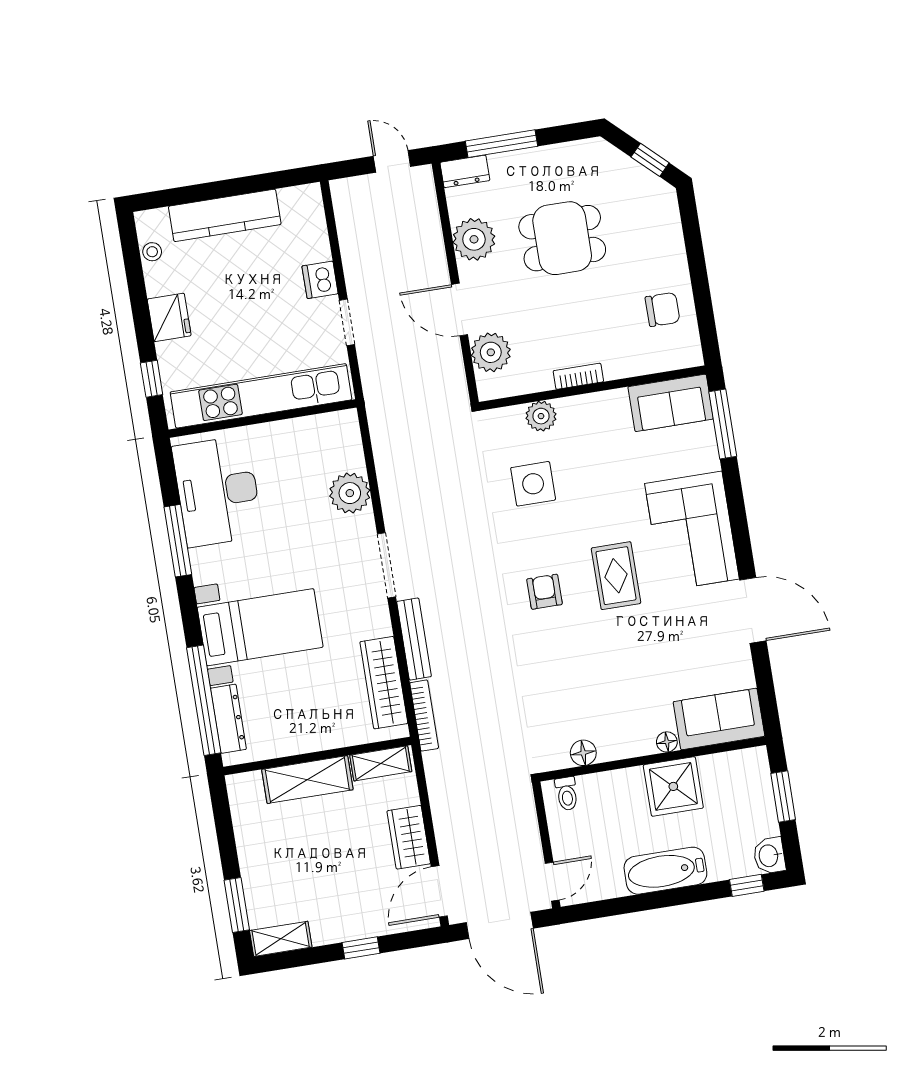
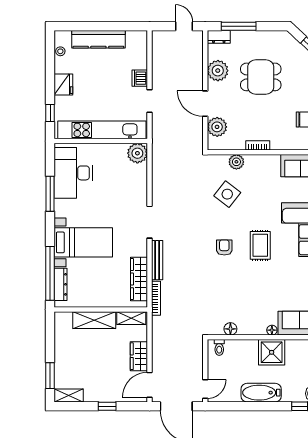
side table: (533, 484) -> (227, 194), turned 38
plant: (350, 493) -> (137, 153), moved

